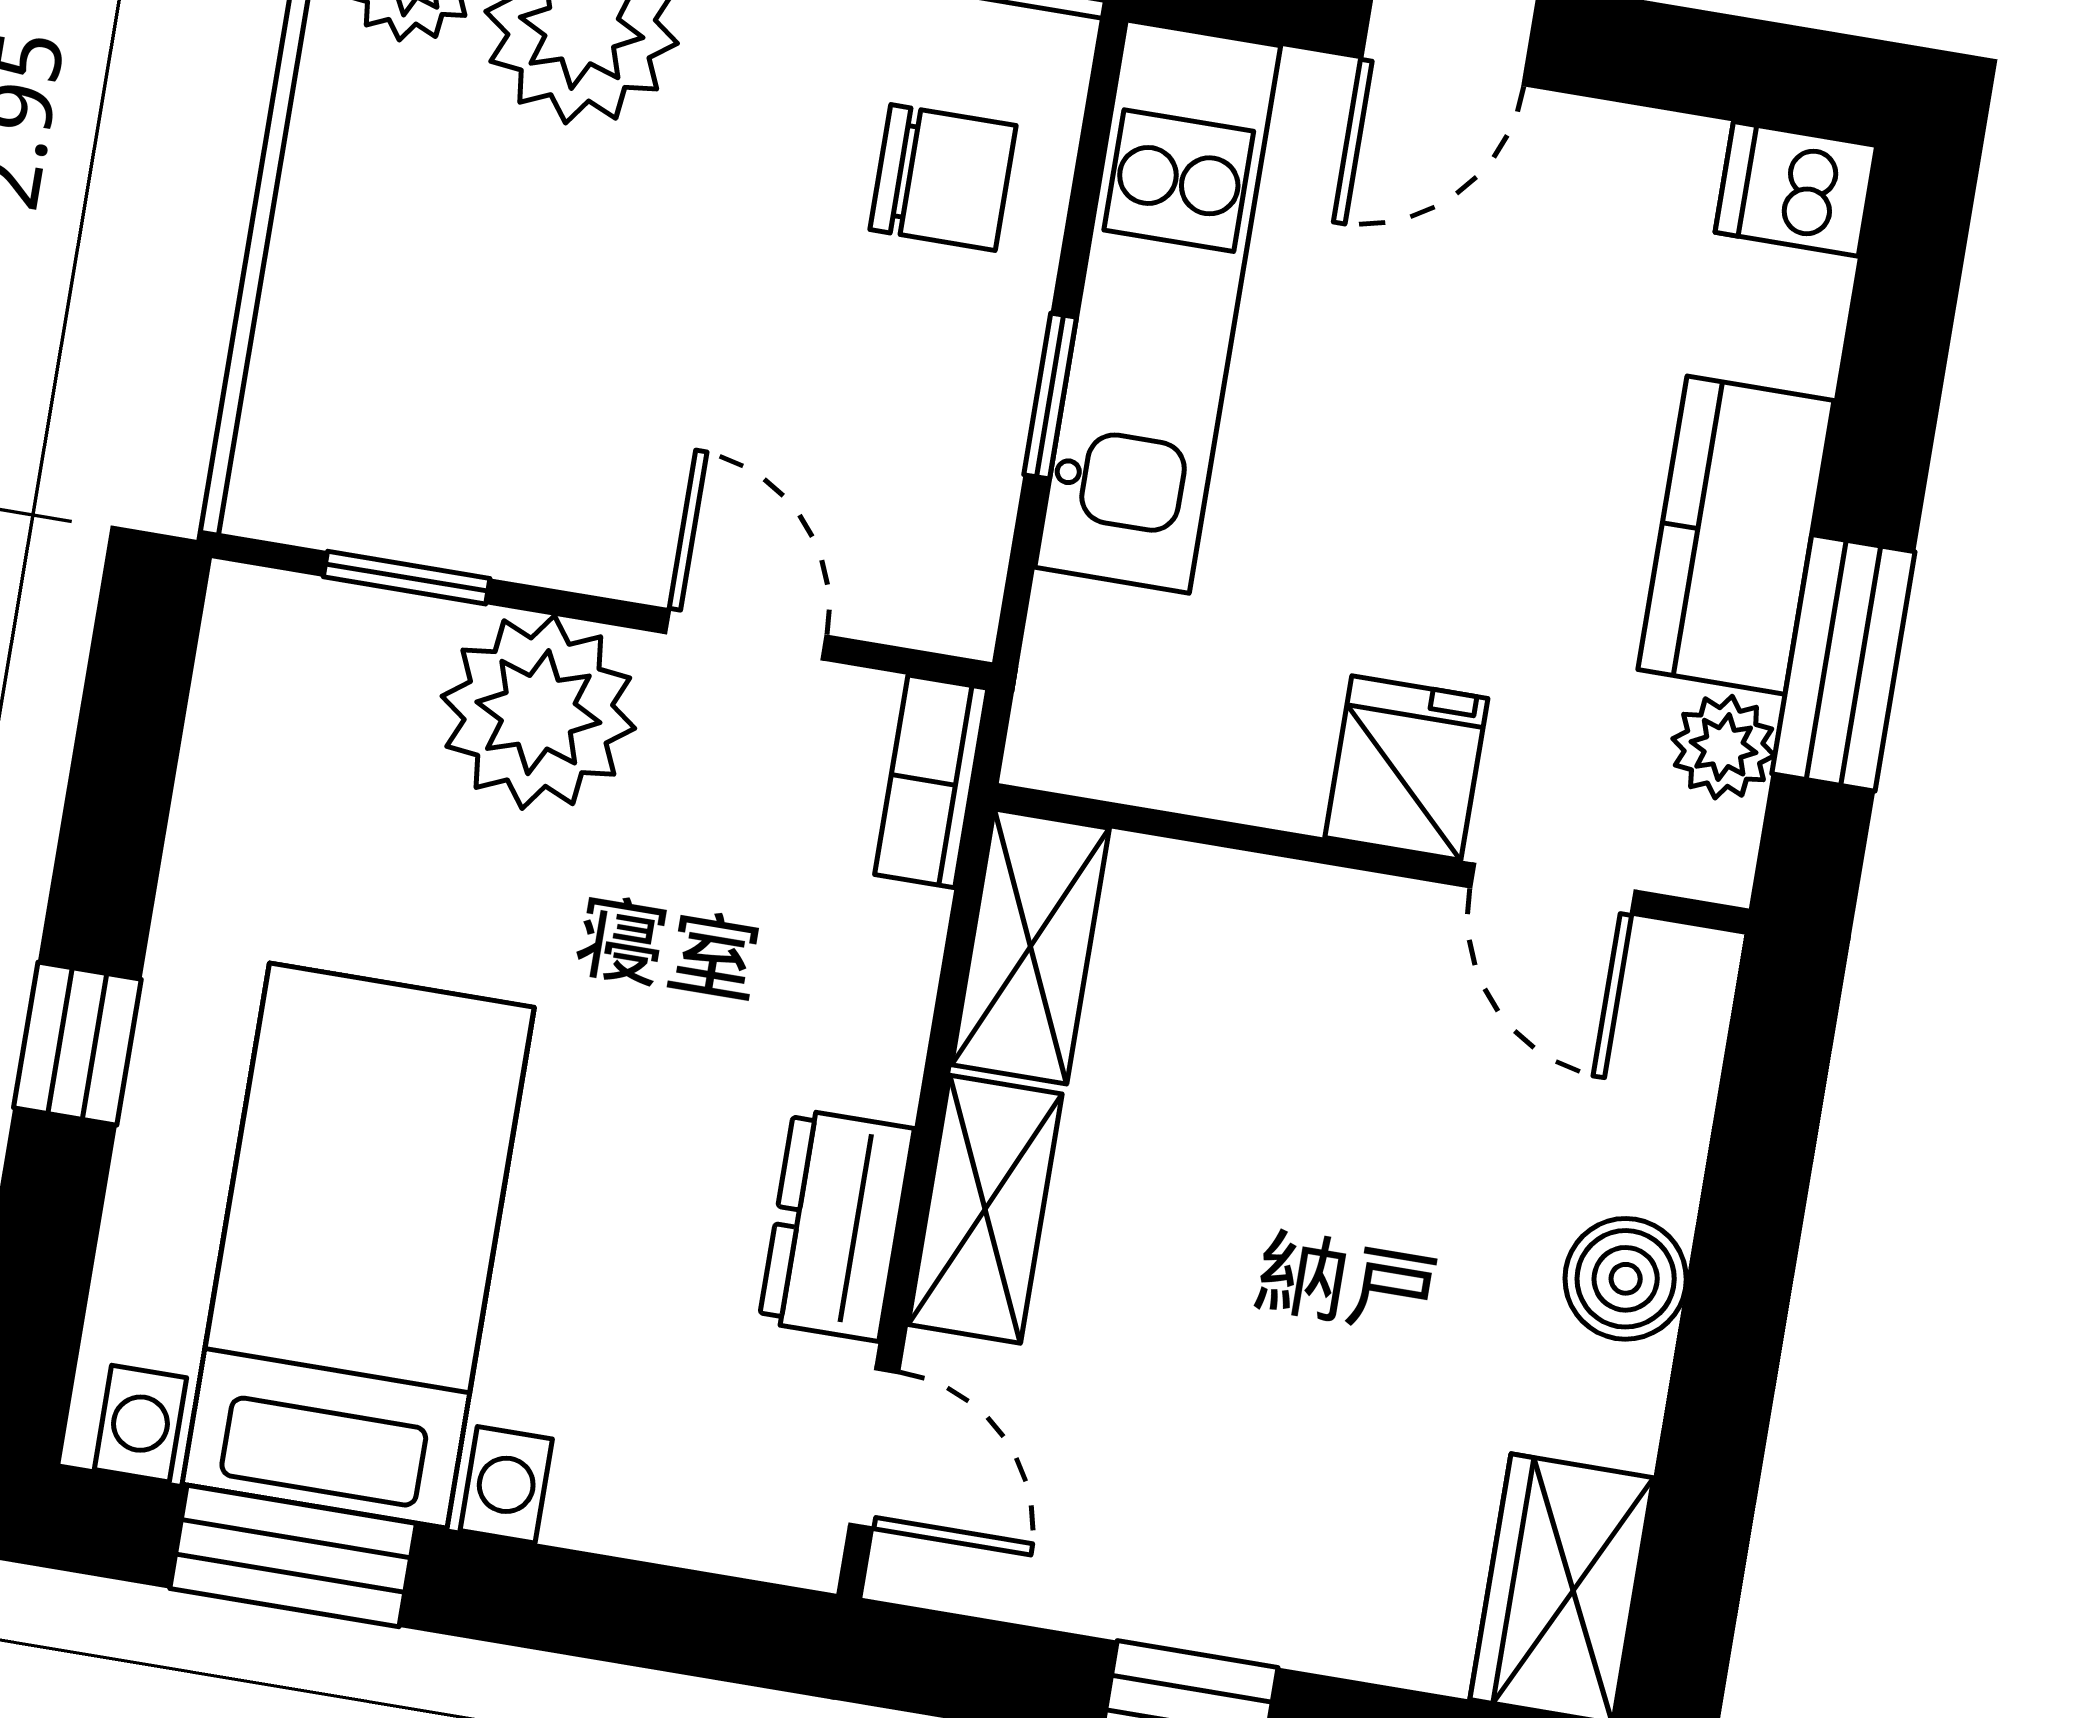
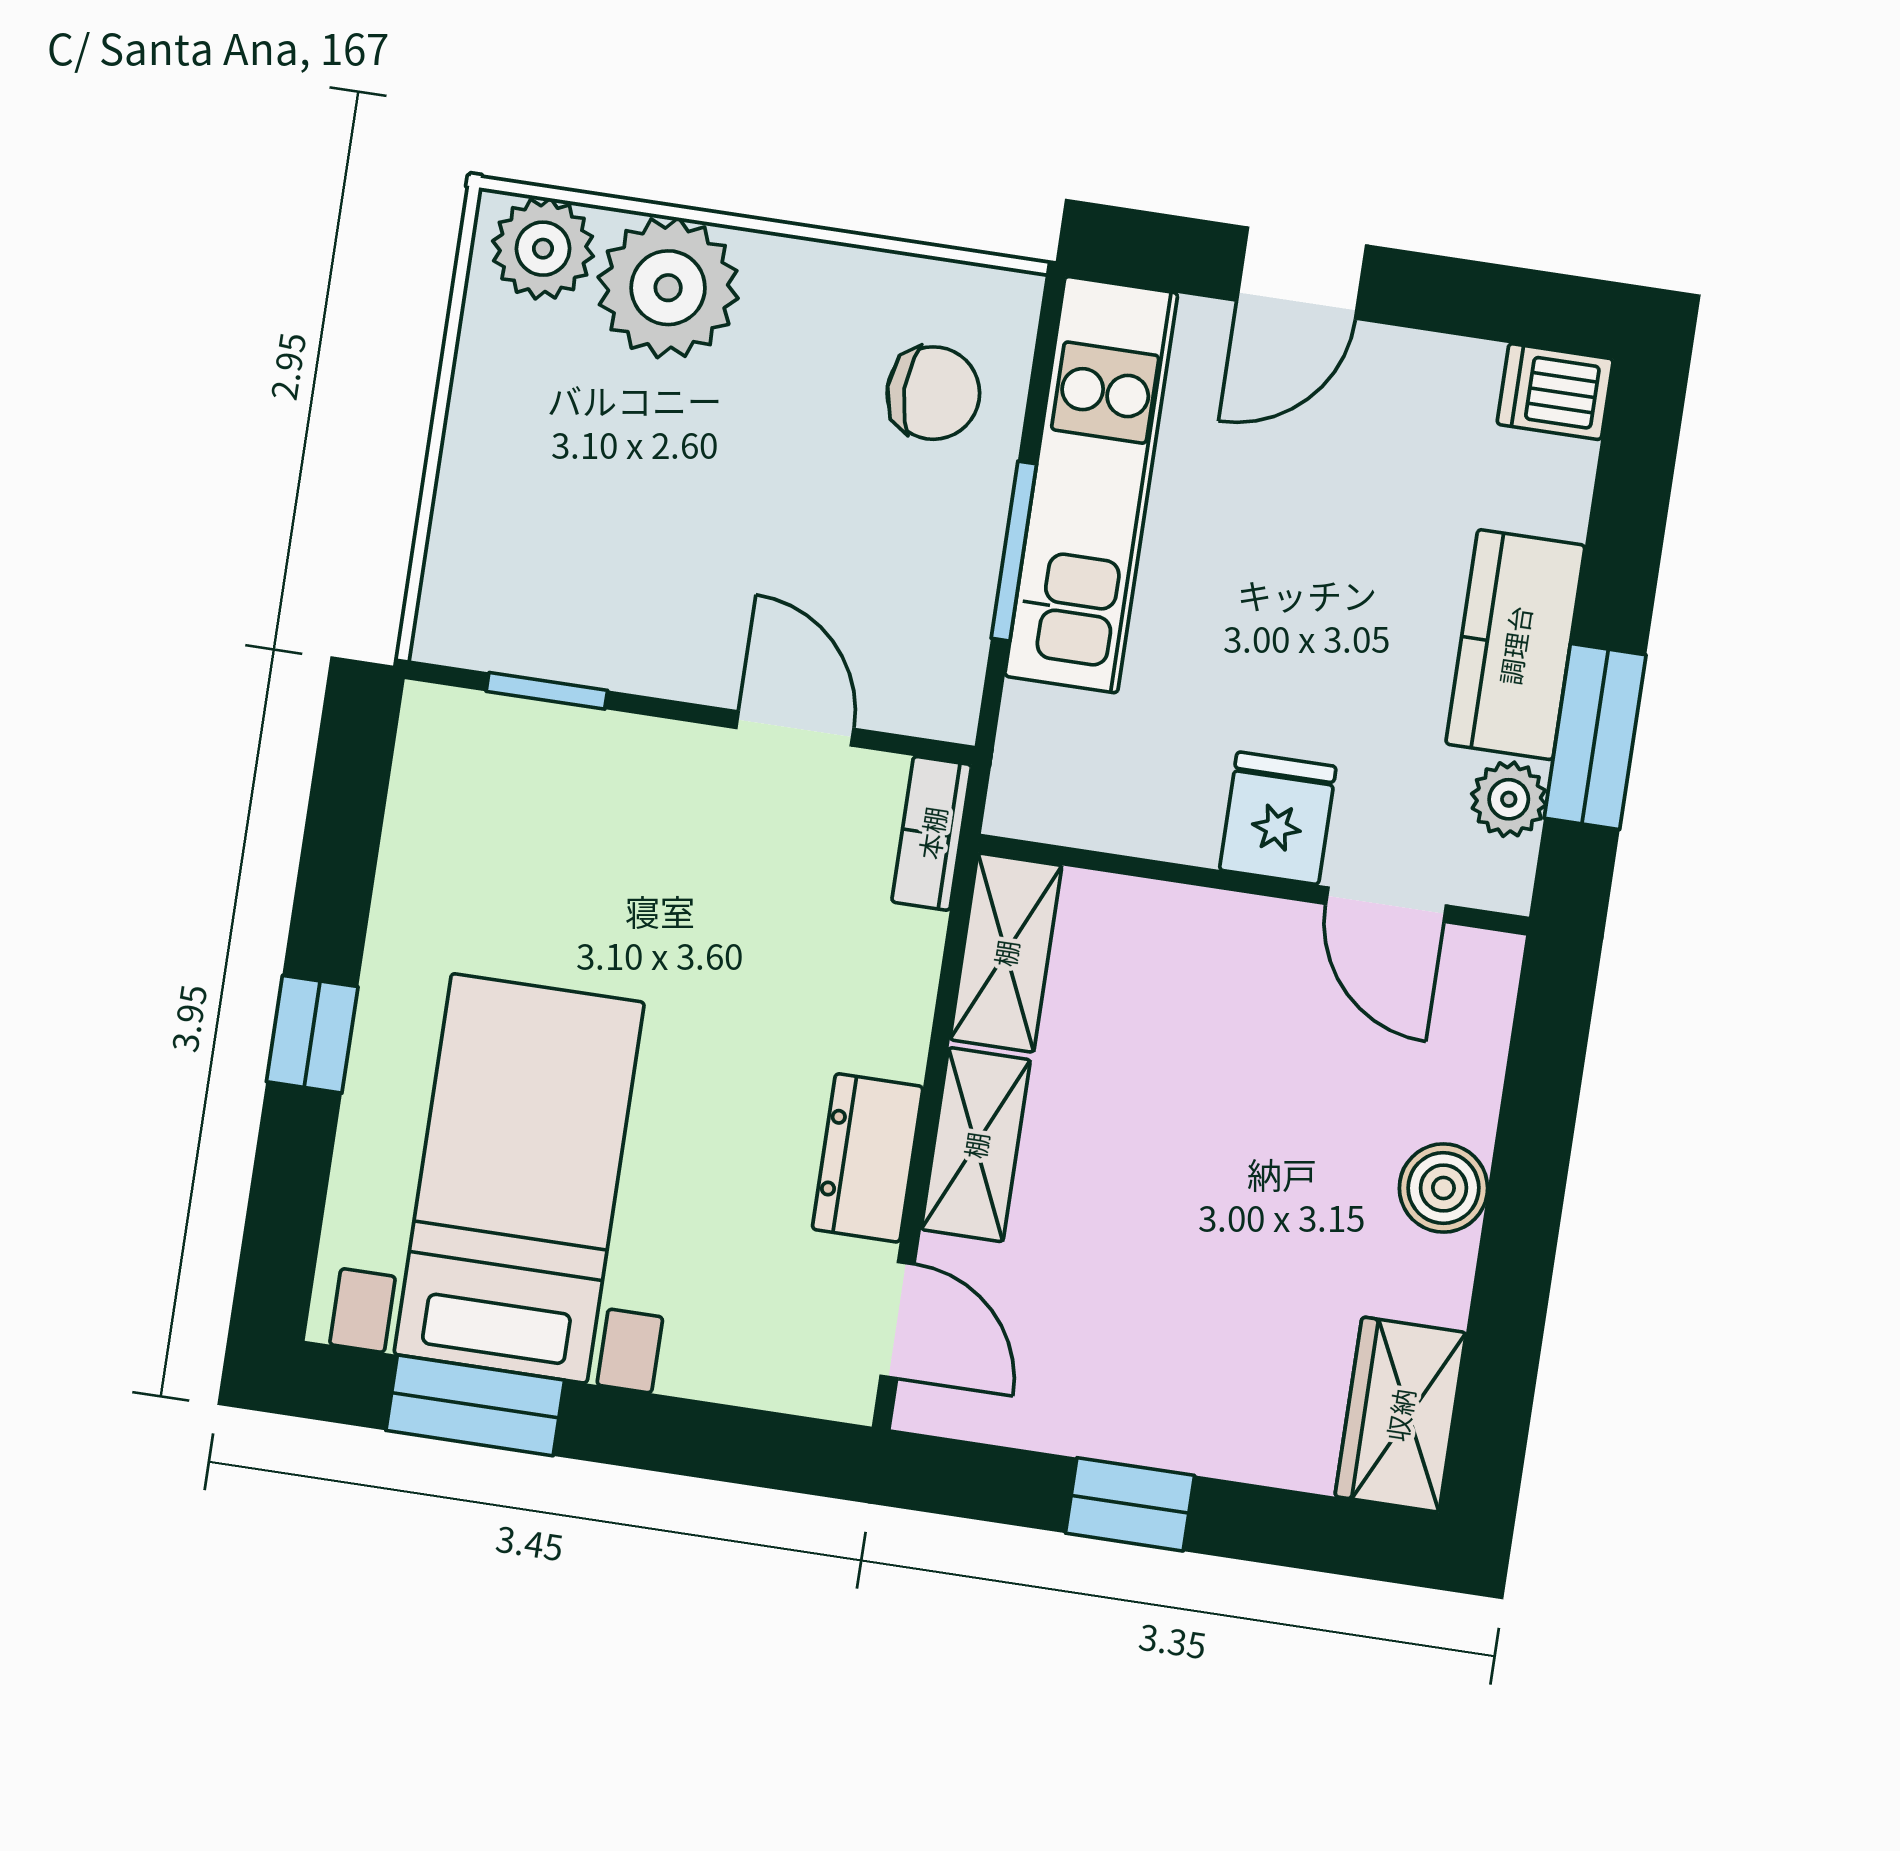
window: (1050, 396) -> (1014, 551), width x1.50
plant: (538, 712) -> (644, 787), removed

